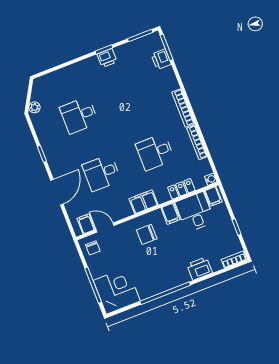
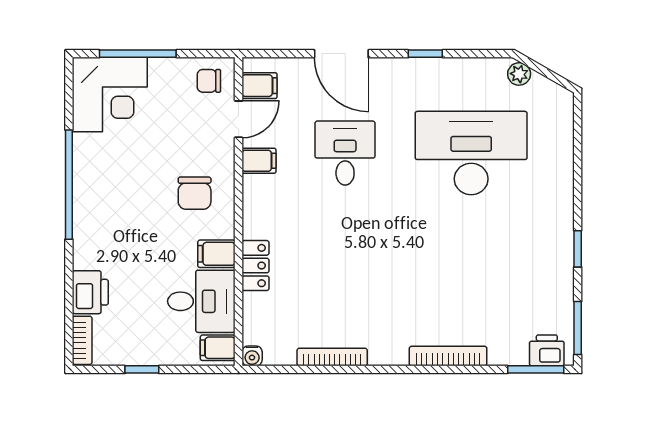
printer: (107, 58) -> (559, 248), removed
printer: (161, 59) -> (547, 350), moved
bookcase: (183, 108) -> (448, 356), moved
desk: (79, 115) -> (471, 153), width x1.87, depth x1.30
desk: (155, 152) -> (345, 270), removed
locker: (181, 189) -> (255, 266), moved
filing cabinet: (143, 202) -> (259, 161), moved, width x0.50
chair: (147, 234) -> (195, 193), turned 180
printer: (200, 269) -> (90, 292), moved

